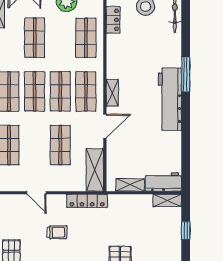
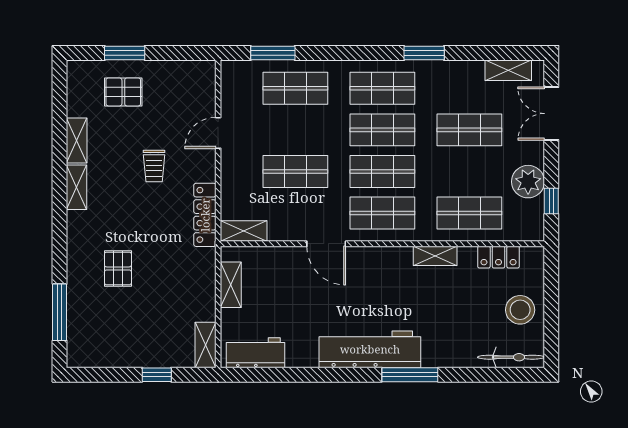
shelving: (112, 93) -> (435, 256), moved
shelving: (95, 170) -> (244, 231), width x0.67, depth x0.75
workbench: (163, 182) -> (256, 353), moved, turned -90

